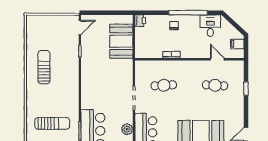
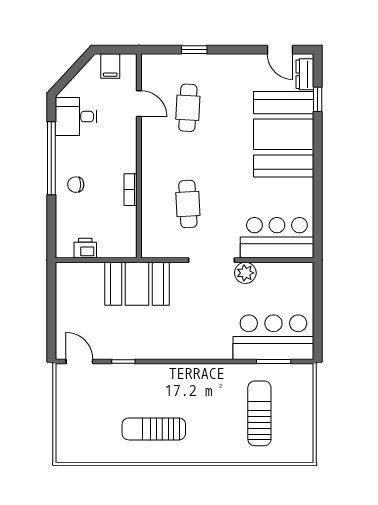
printer: (140, 21) -> (85, 248), moved
booth: (121, 41) -> (137, 284), moved
door: (217, 59) -> (139, 104), swing flipped
plant: (127, 129) -> (245, 273), moved

